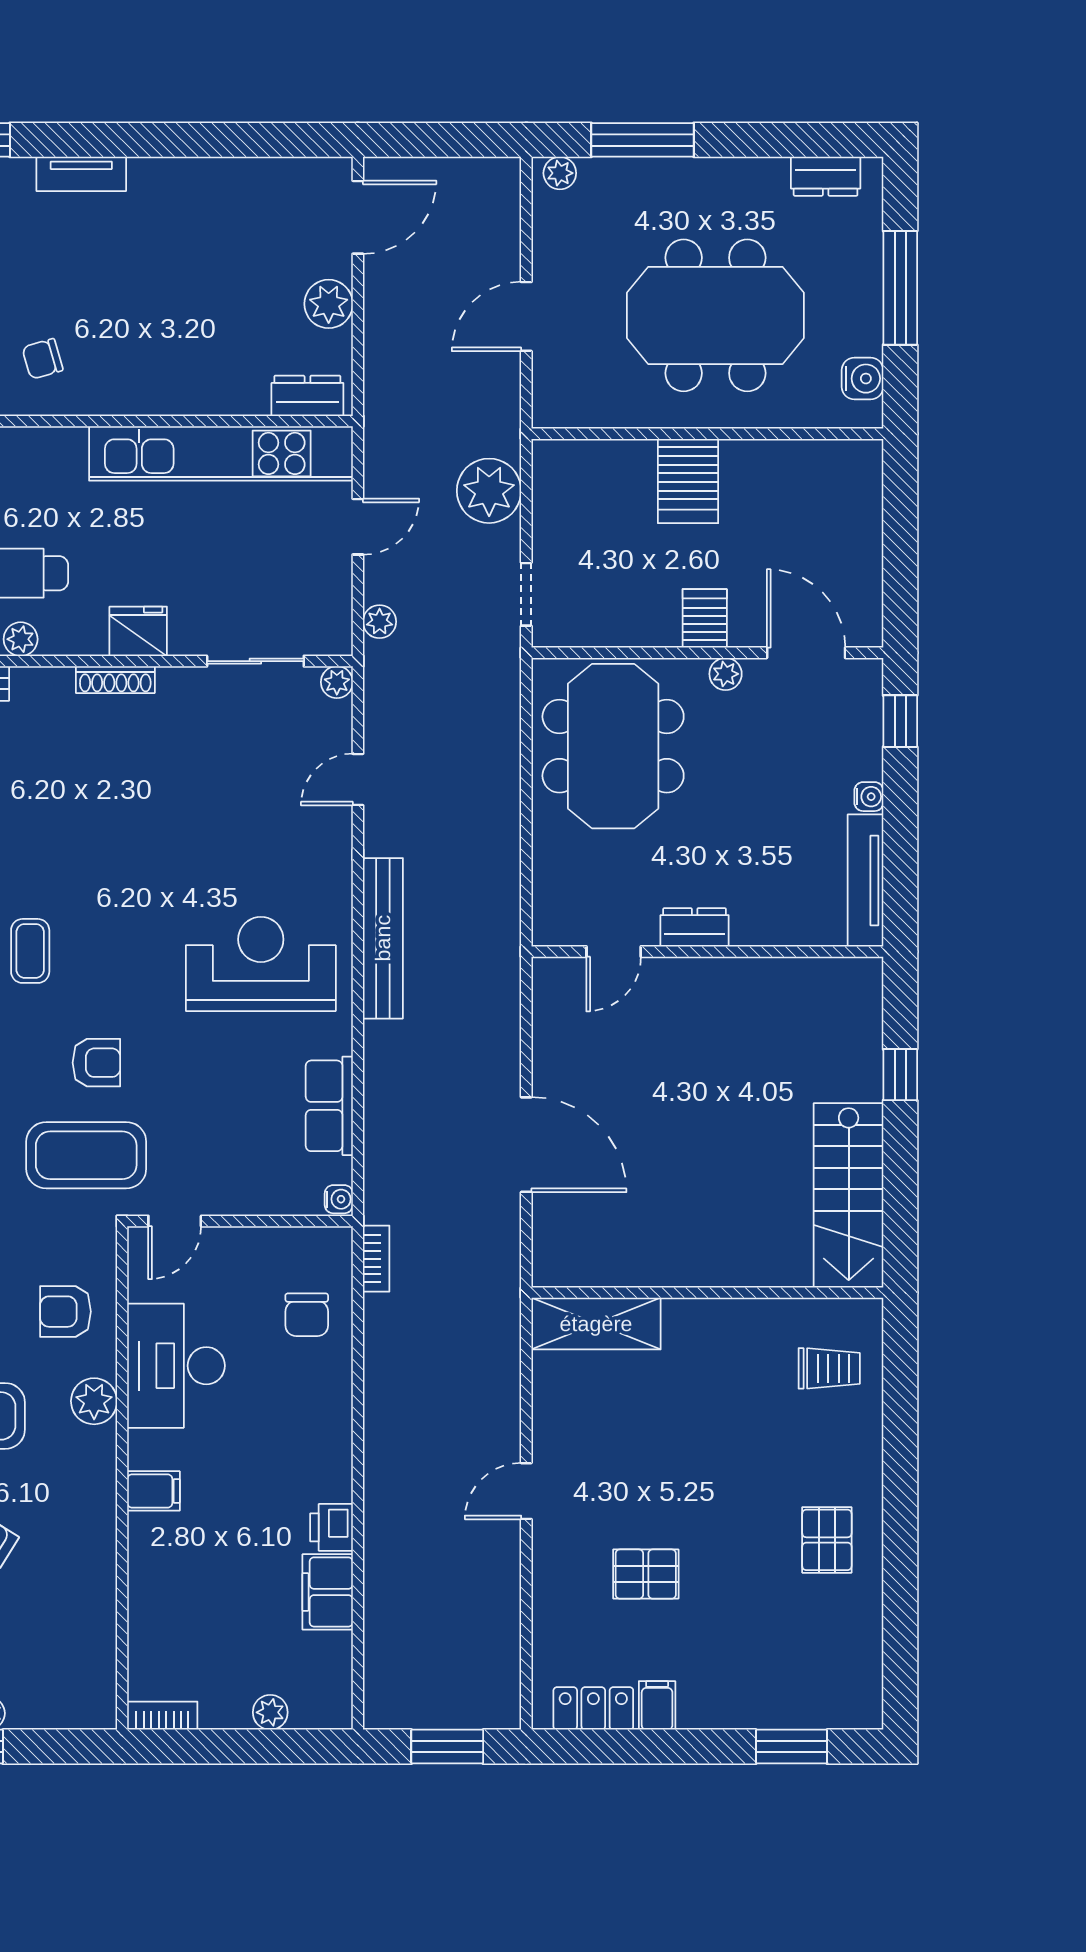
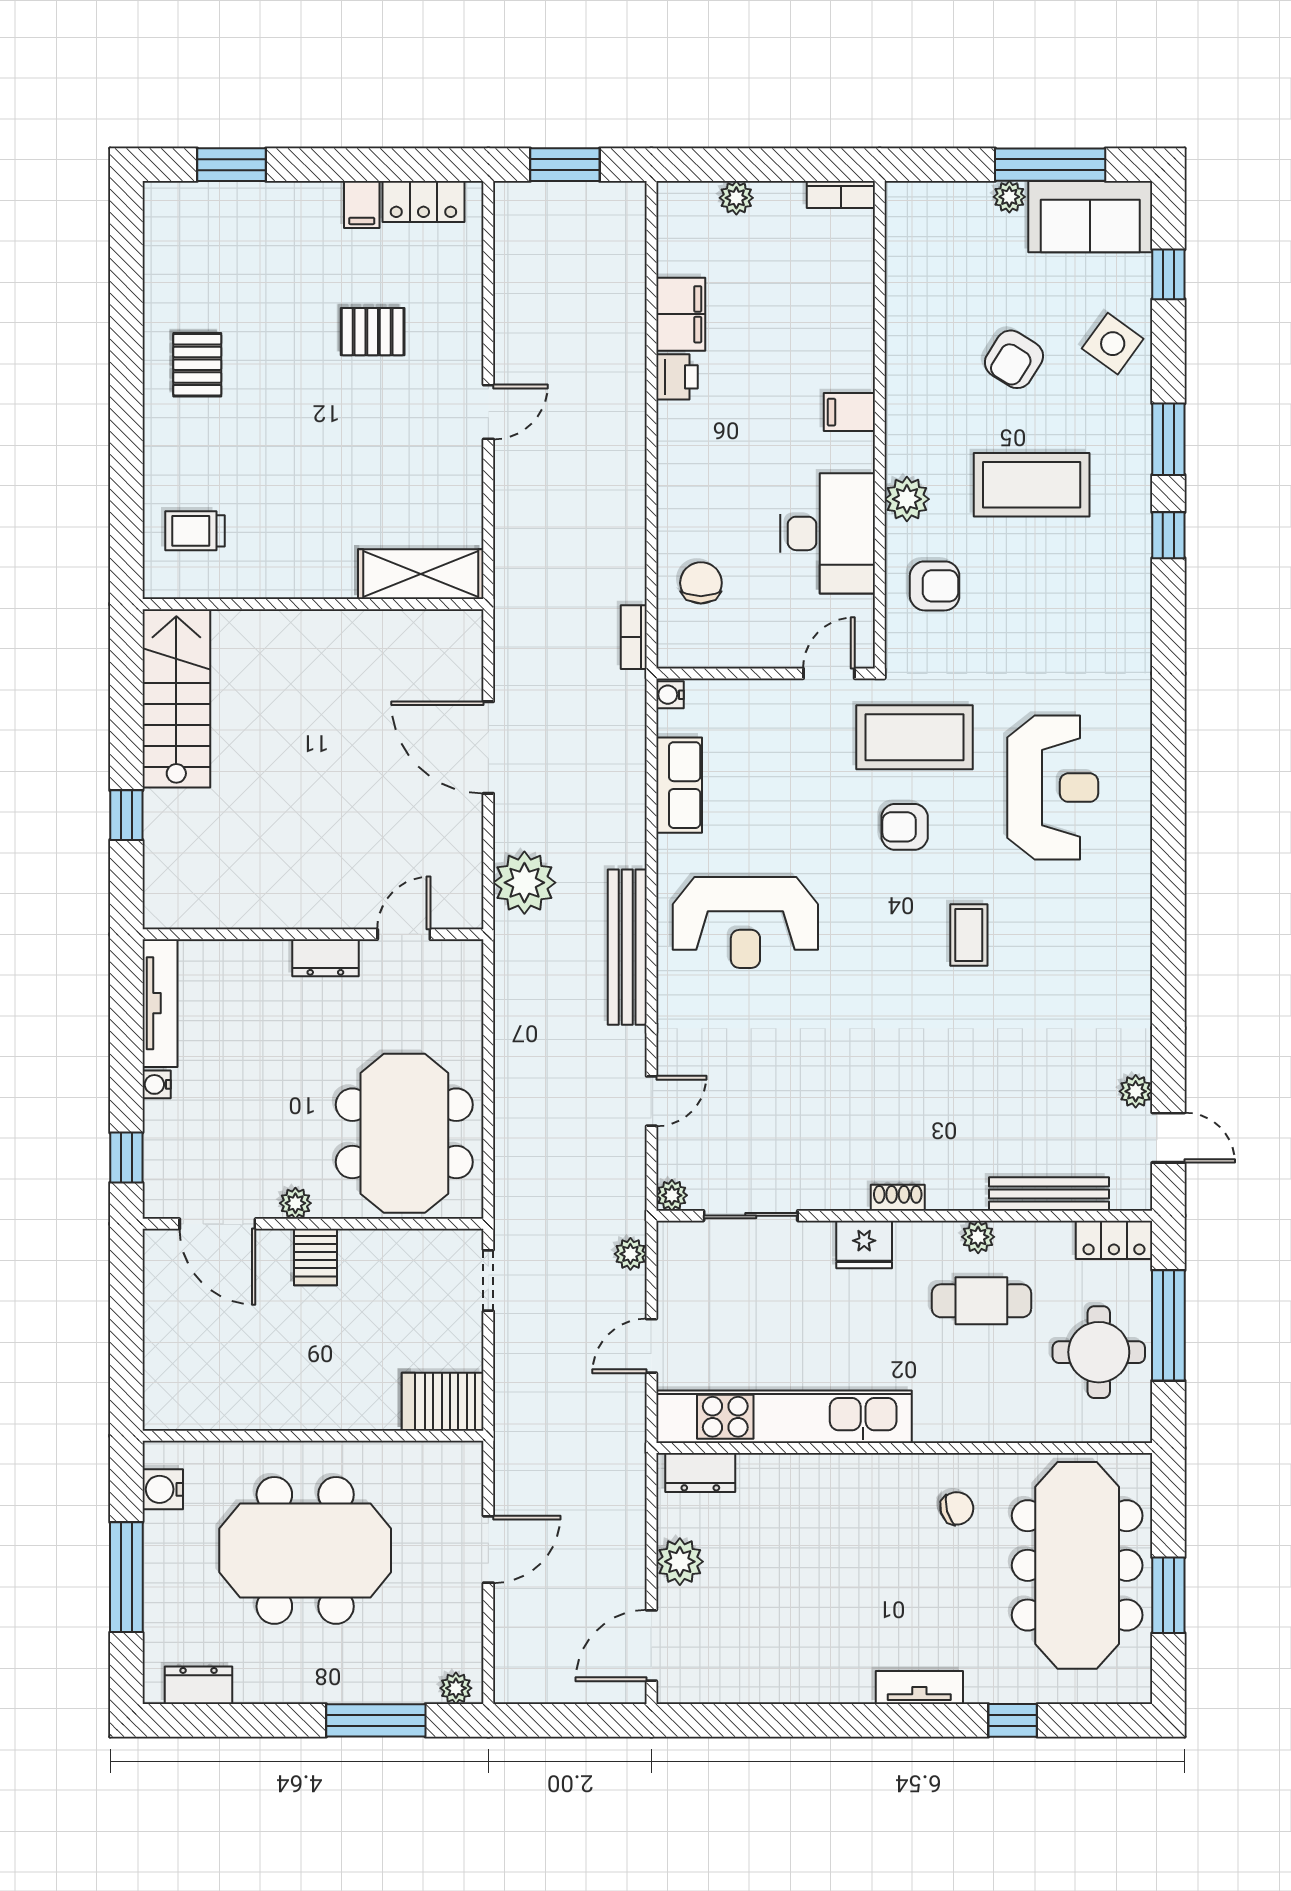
server rack: (688, 481) -> (443, 1402), moved, turned -90
plant: (489, 491) -> (524, 883), moved
shoe rack: (115, 680) -> (898, 1198), width x0.70

